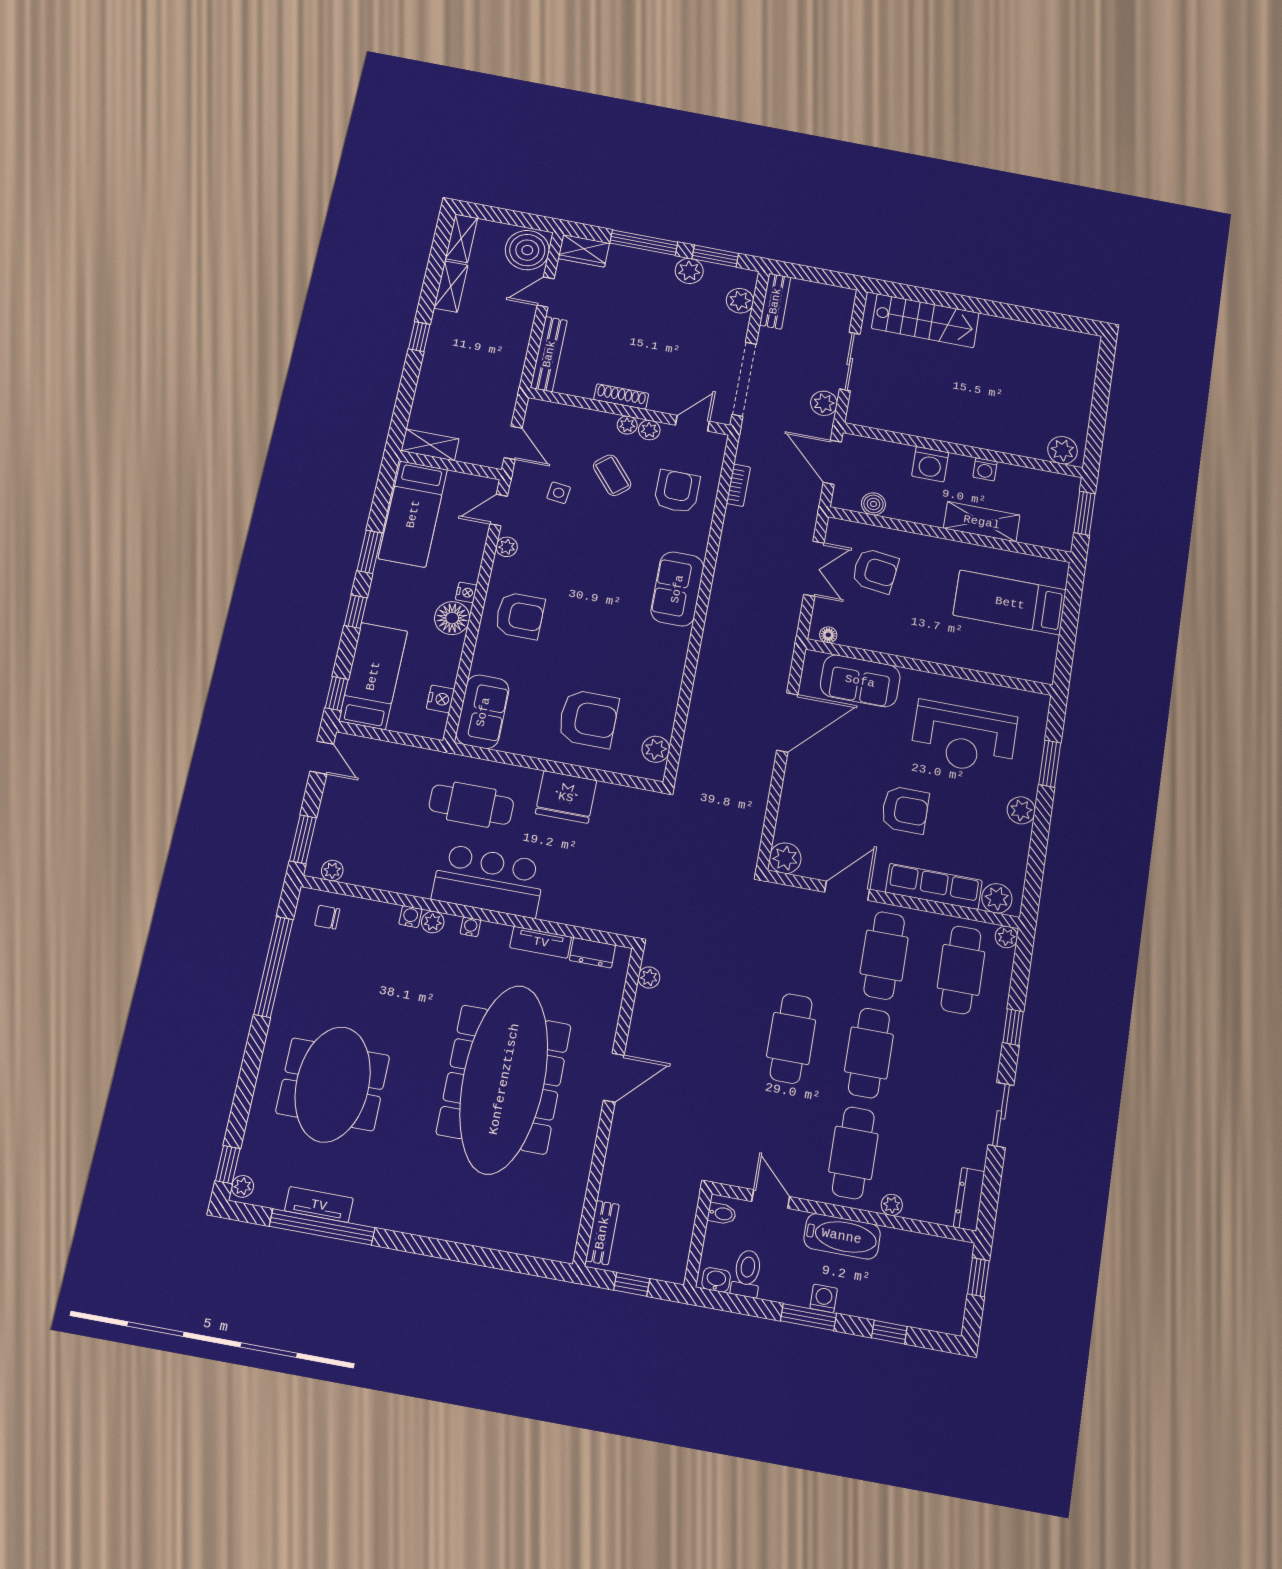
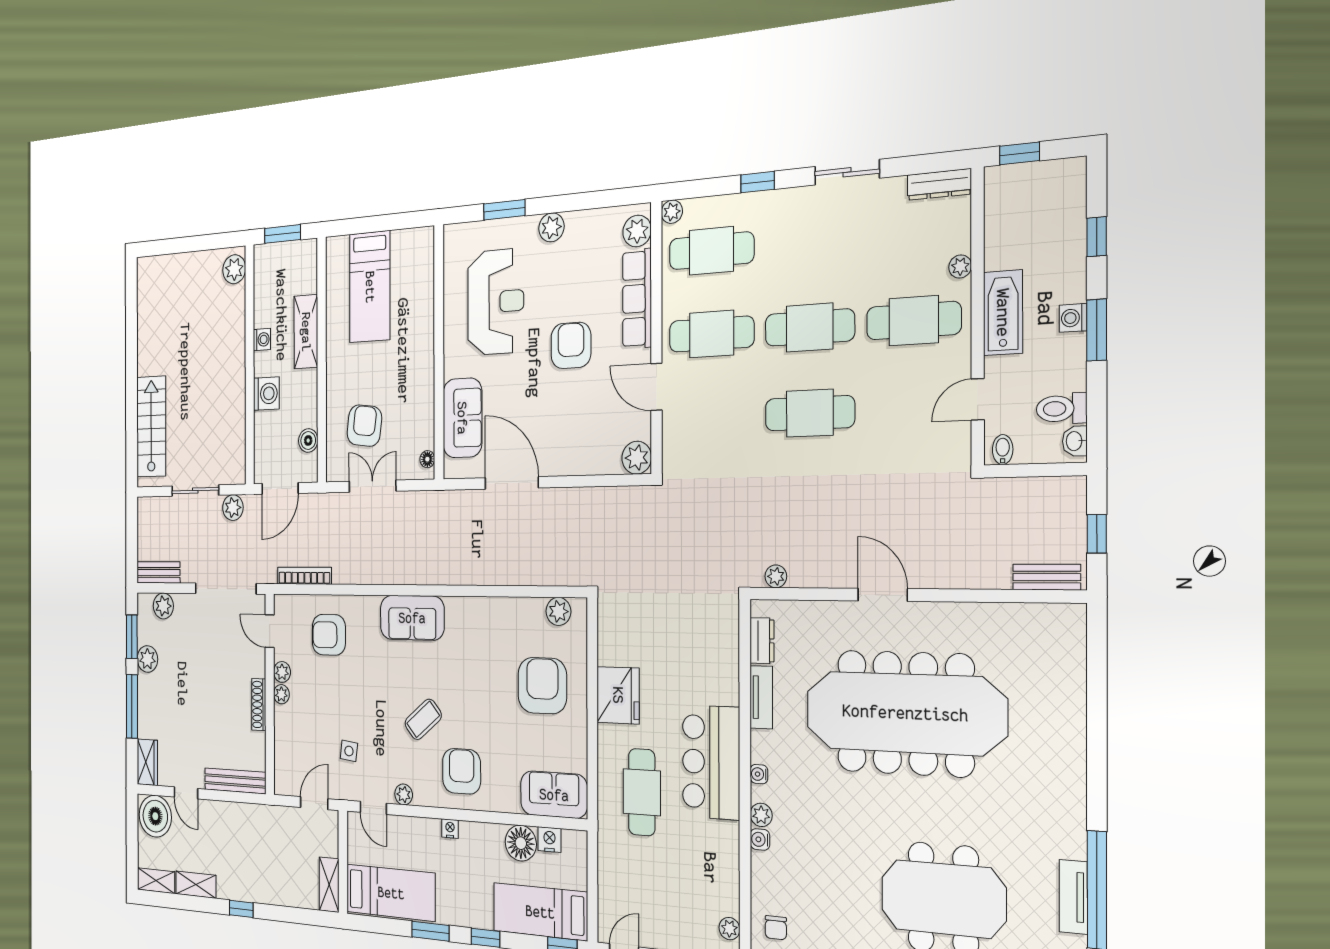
coffee table: (612, 475) -> (423, 719), moved
bookcase: (738, 485) -> (304, 576), width x1.56
floor lamp: (452, 618) -> (521, 843), moved

